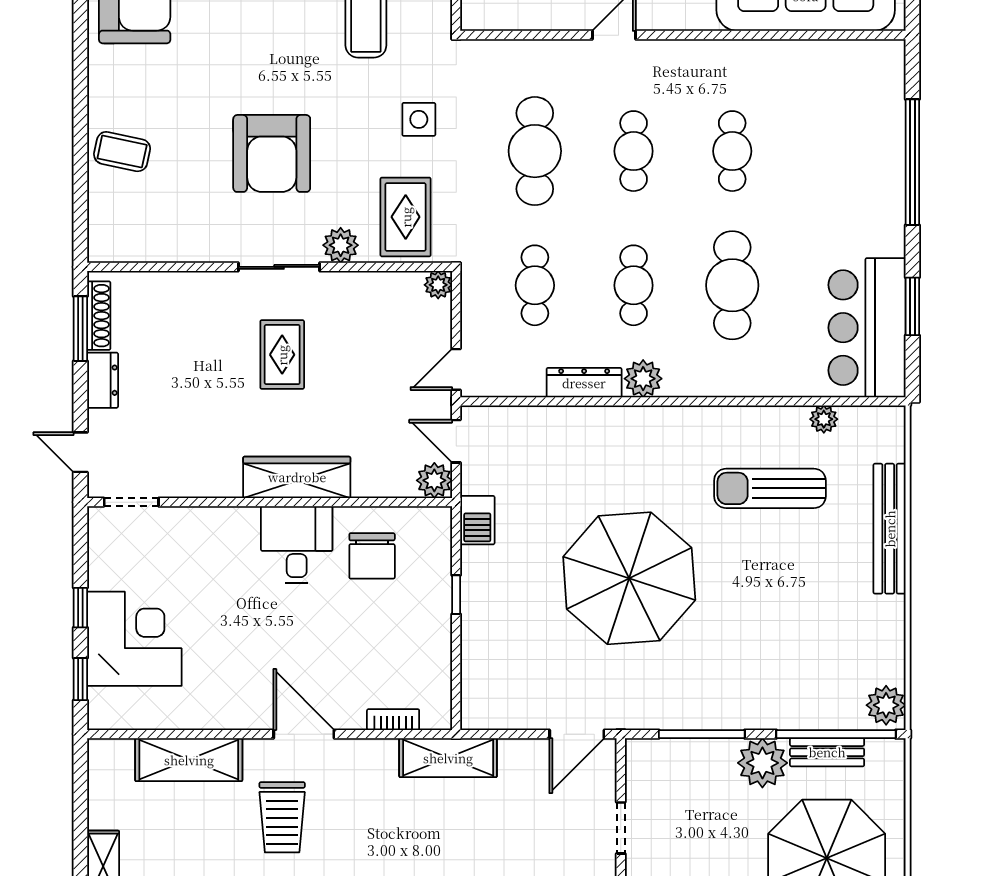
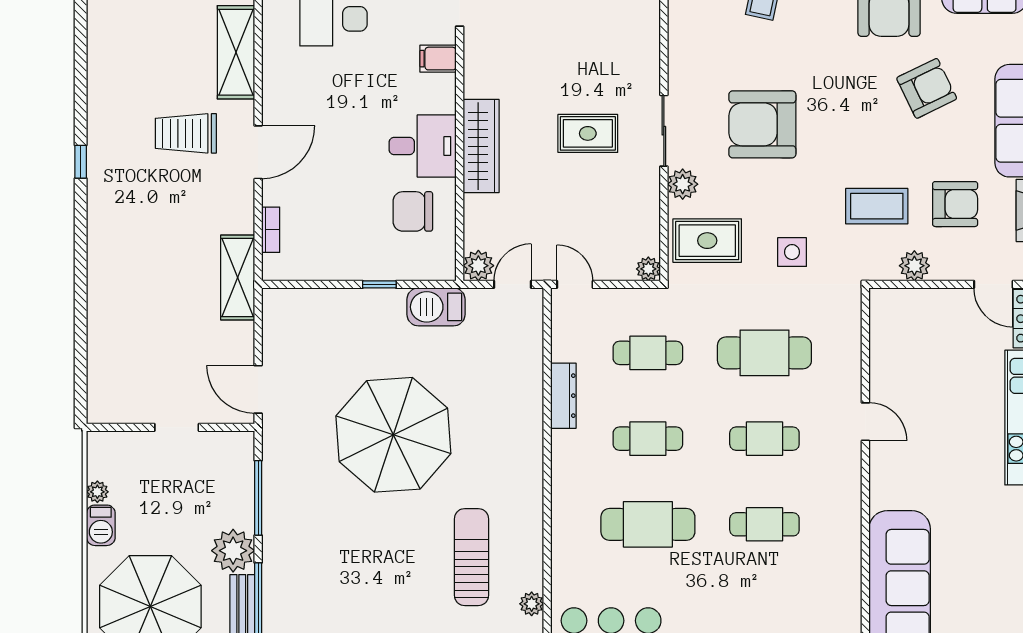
plant: (643, 379) -> (567, 447), removed
barbecue: (477, 520) -> (436, 307), width x1.38, depth x1.27
filing cabinet: (196, 527) -> (438, 59), added

